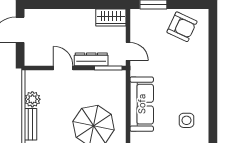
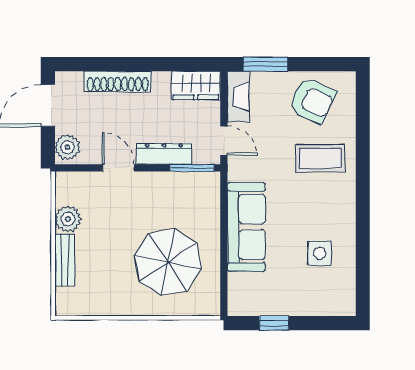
shoe rack: (63, 15) -> (118, 81), added
fireplace: (137, 24) -> (238, 97), added
plant: (32, 55) -> (67, 147), added
coffee table: (187, 62) -> (320, 158), added

